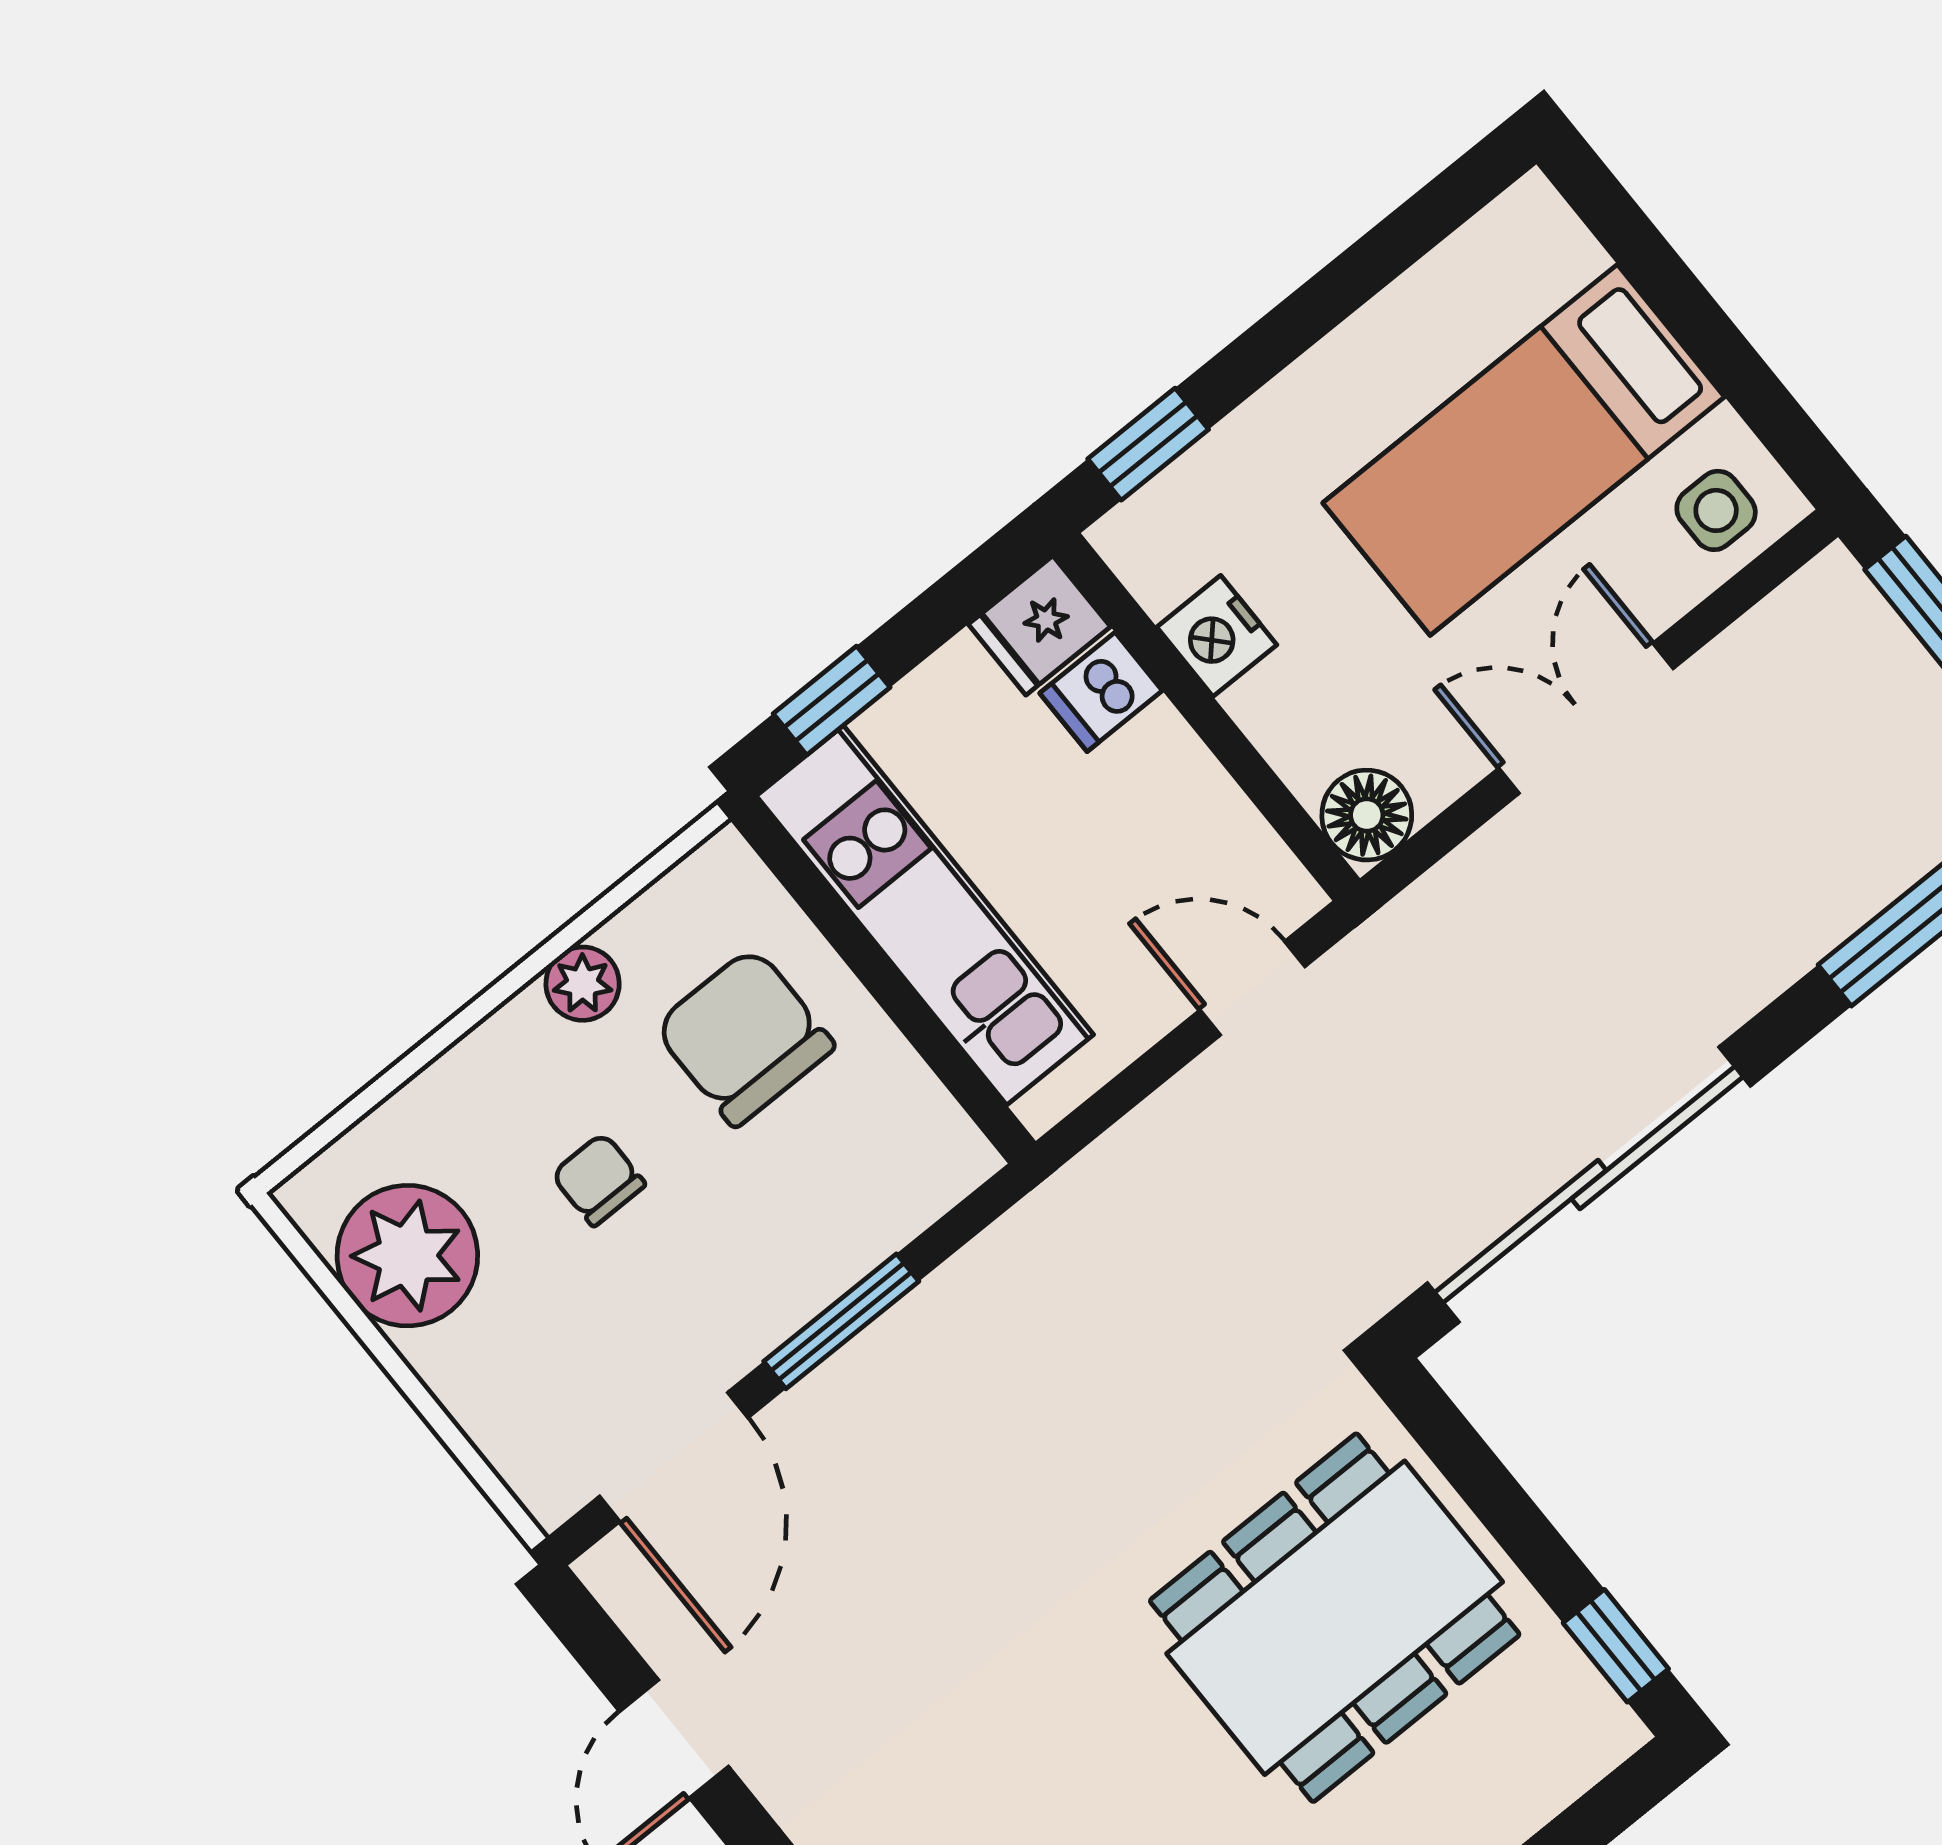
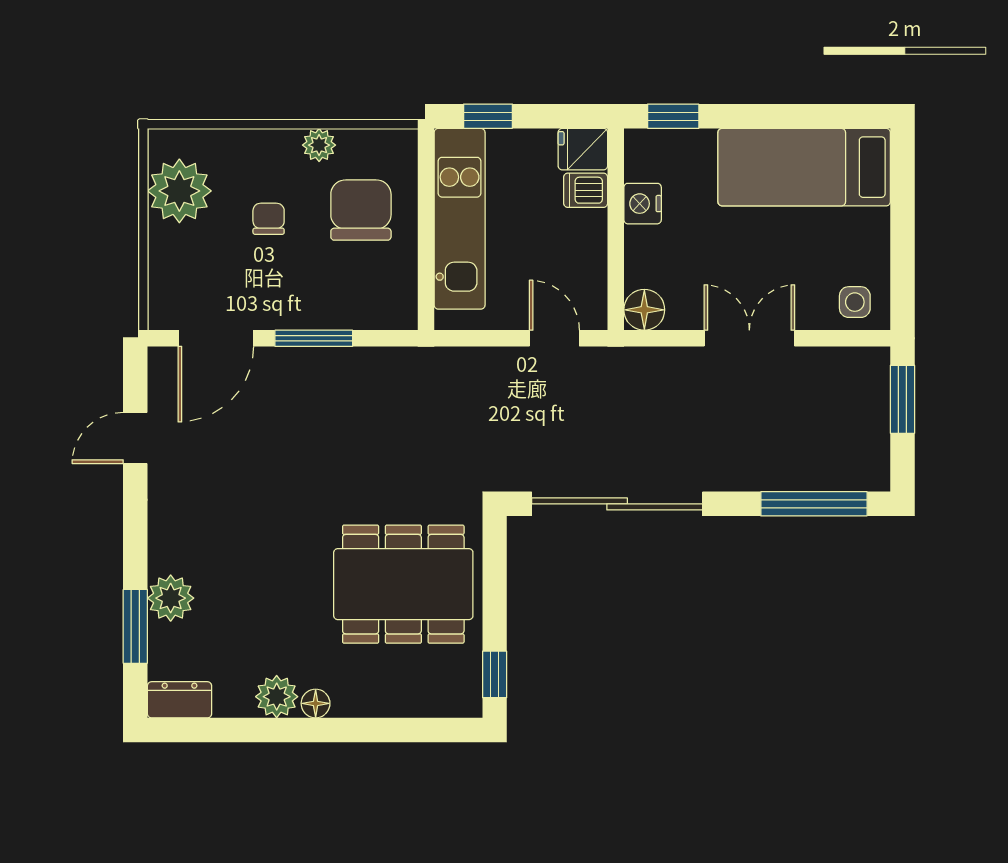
bed: (1524, 450) -> (804, 167), moved

